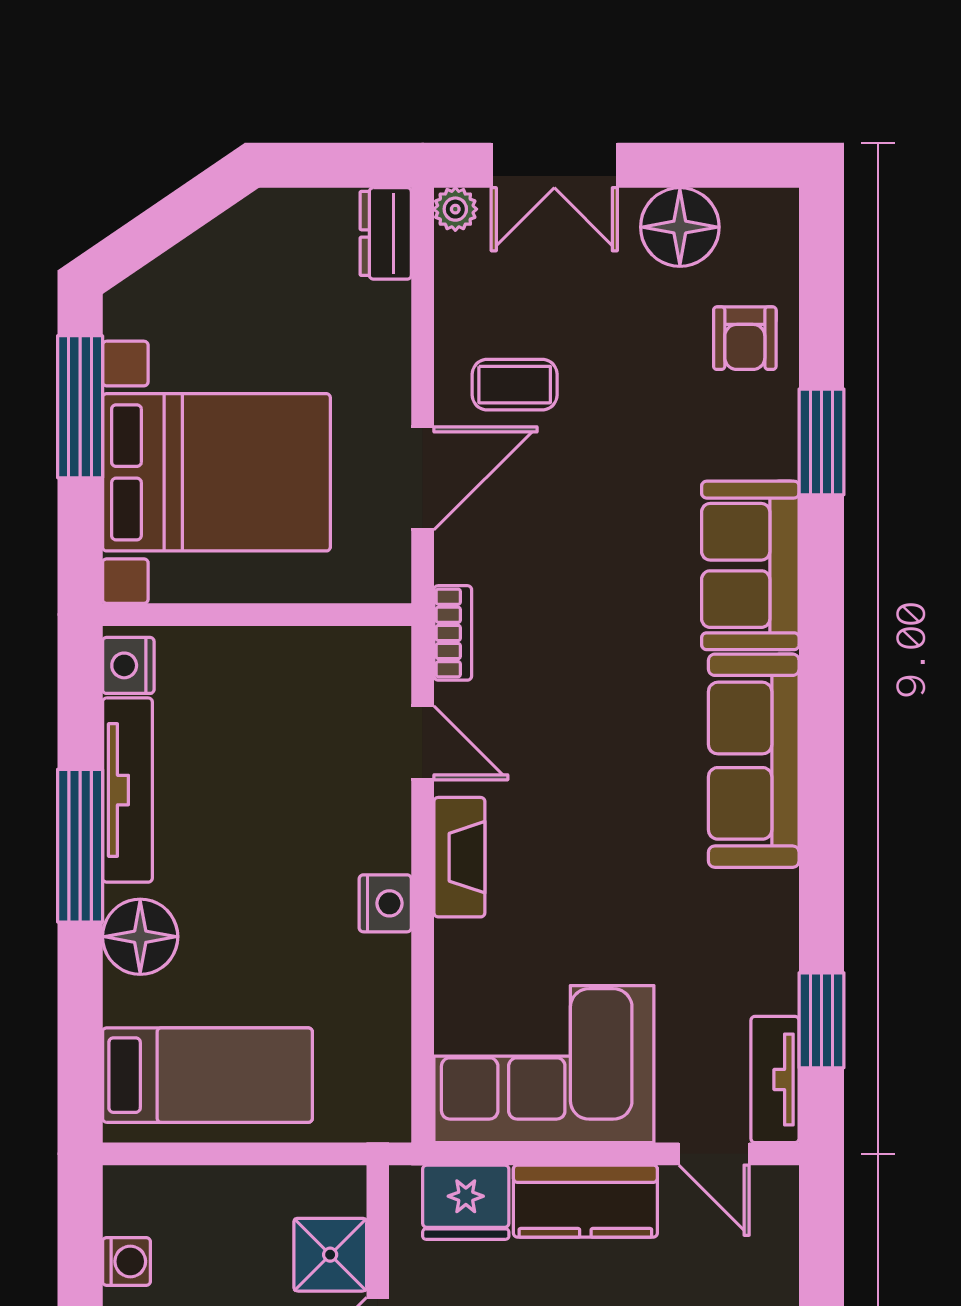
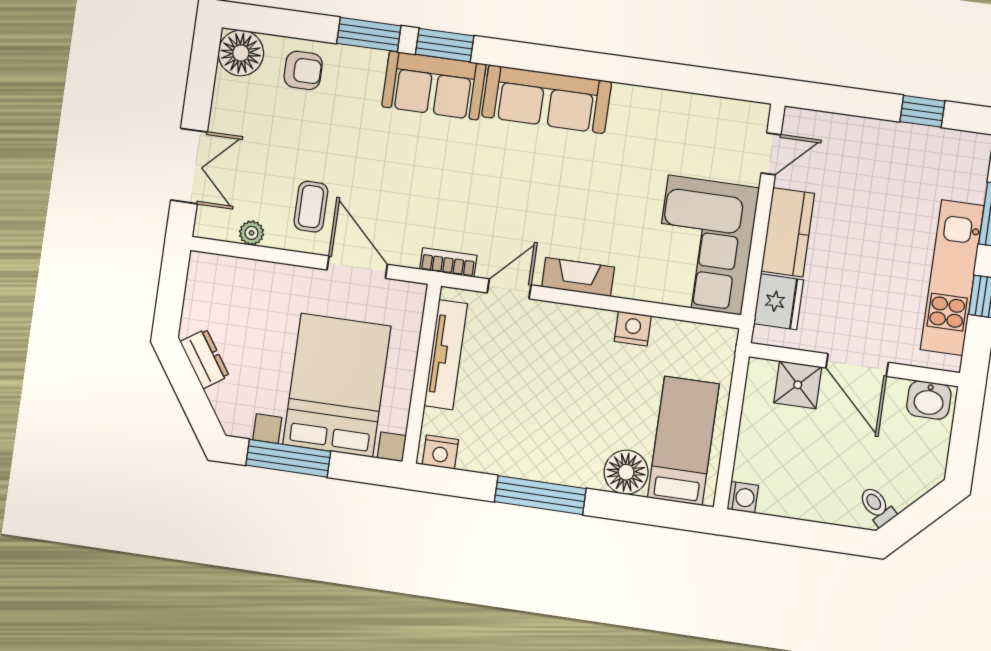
plant: (455, 209) -> (252, 233), moved
floor lamp: (680, 227) -> (241, 53), moved
dresser: (386, 233) -> (205, 359), moved, turned -124
tv unit: (127, 790) -> (446, 355), moved, turned 90
nightstand: (385, 903) -> (633, 329), moved
floor lamp: (140, 937) -> (626, 472), moved
window: (821, 1020) -> (445, 45), moved
tv unit: (775, 1079) -> (733, 113), removed
washing machine: (126, 1261) -> (743, 497), moved, turned 90

